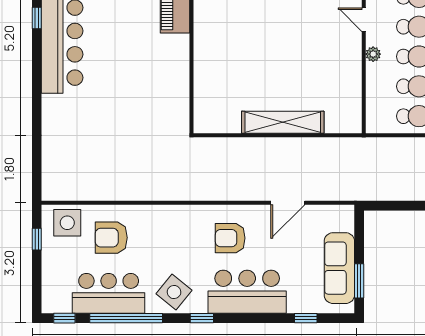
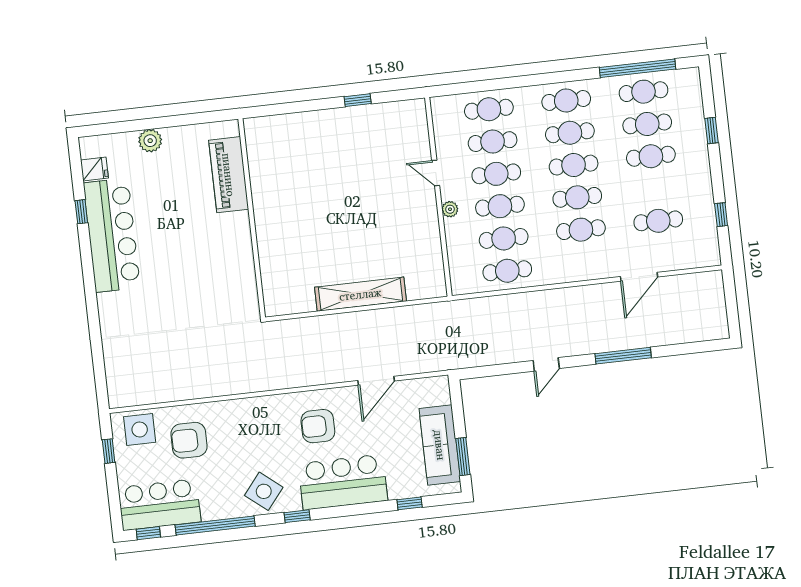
bar counter: (109, 293) -> (159, 505), moved

